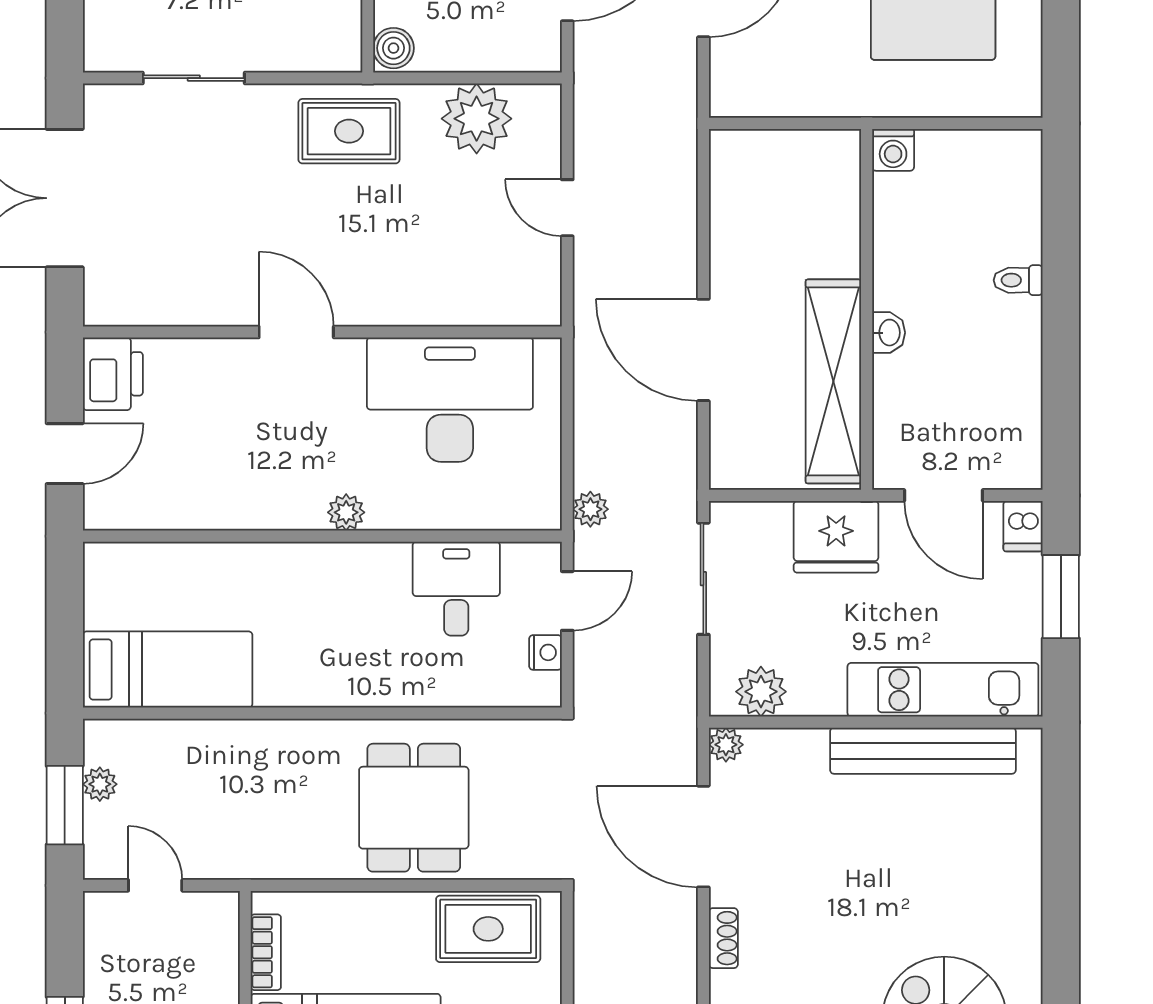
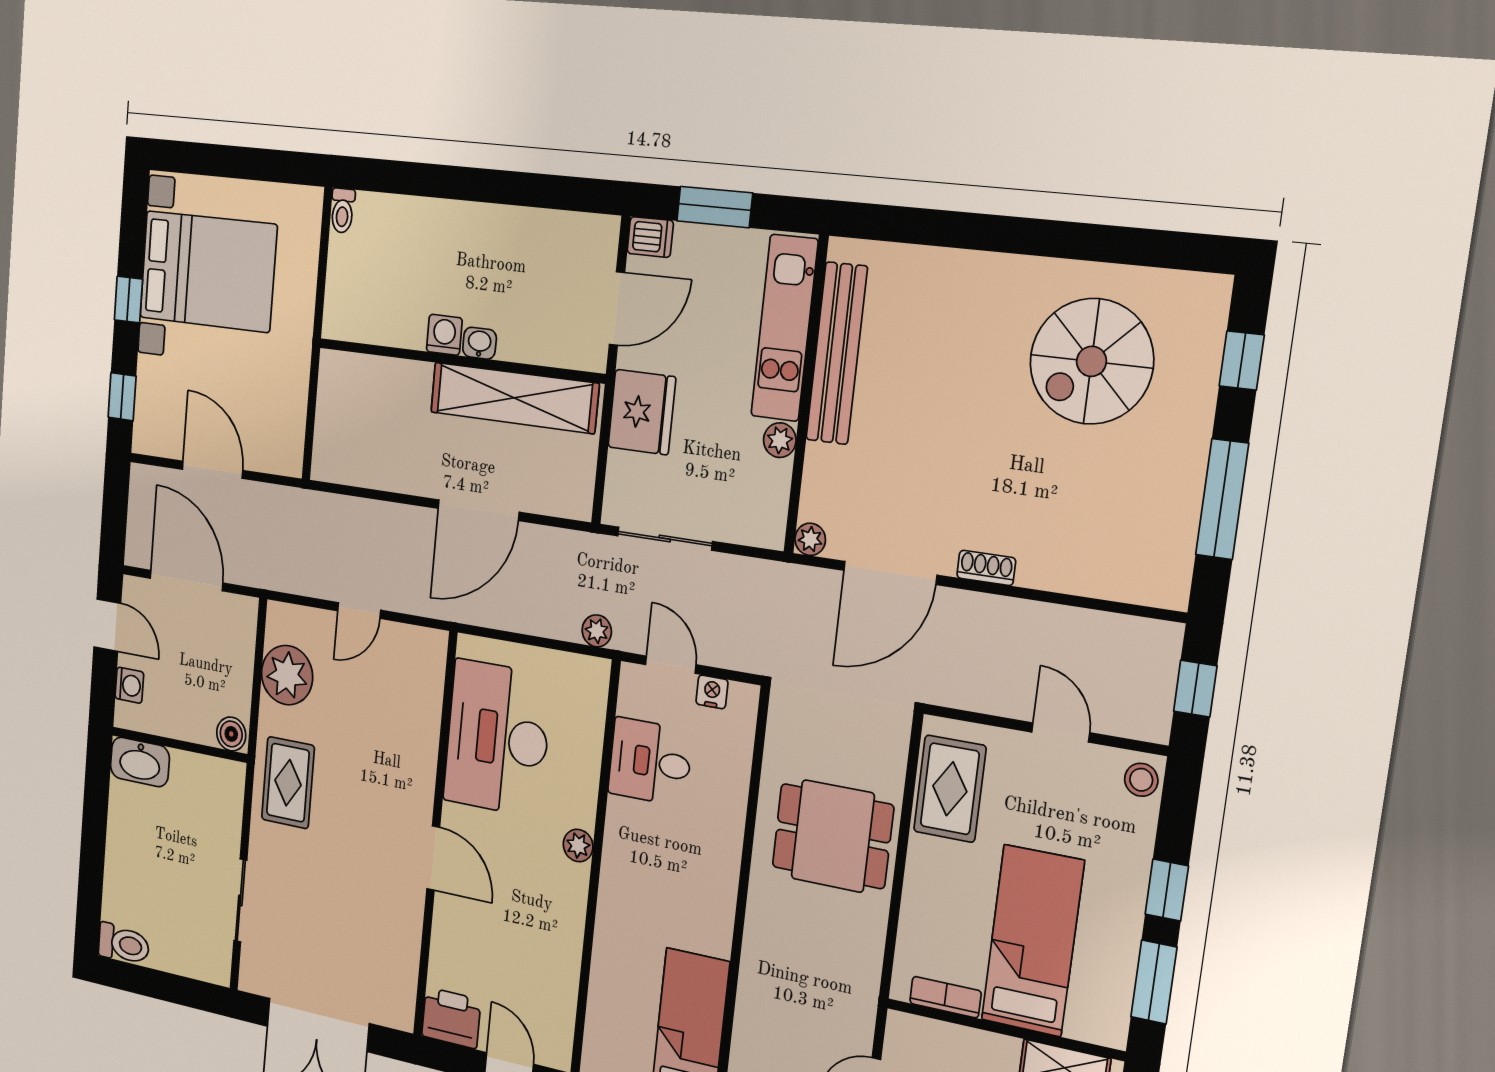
washing machine: (893, 150) -> (444, 335), moved, turned -90
toilet: (1018, 280) -> (342, 211), moved
door: (296, 332) -> (433, 858), swing flipped
plant: (761, 692) -> (780, 440), moved, width x0.73, depth x0.73

